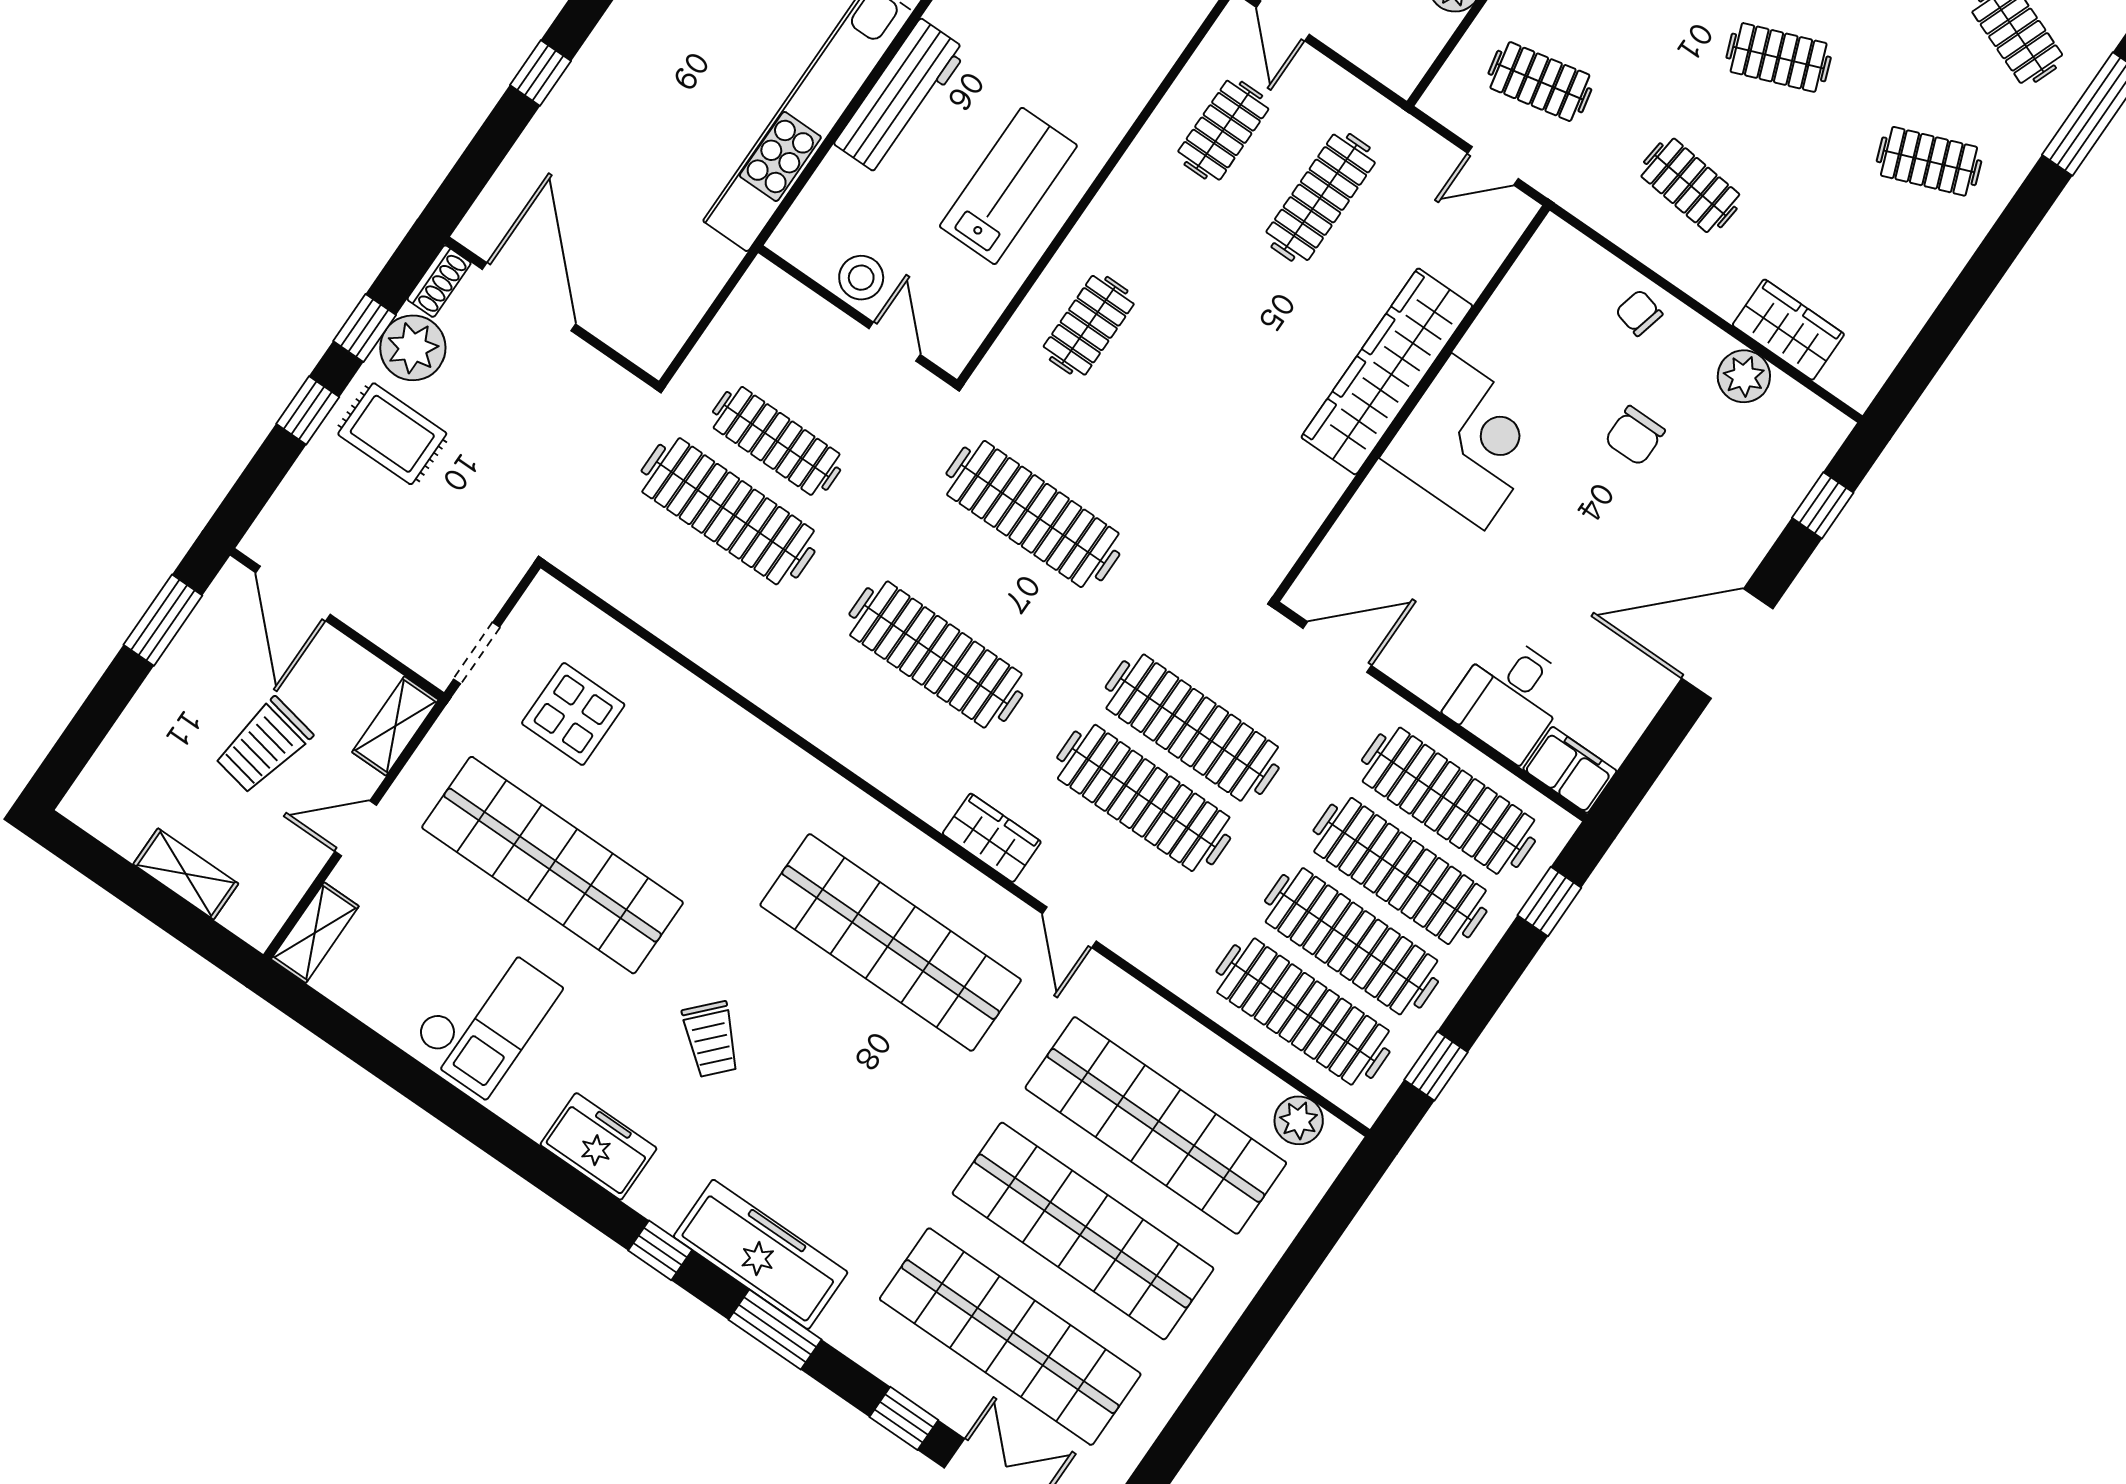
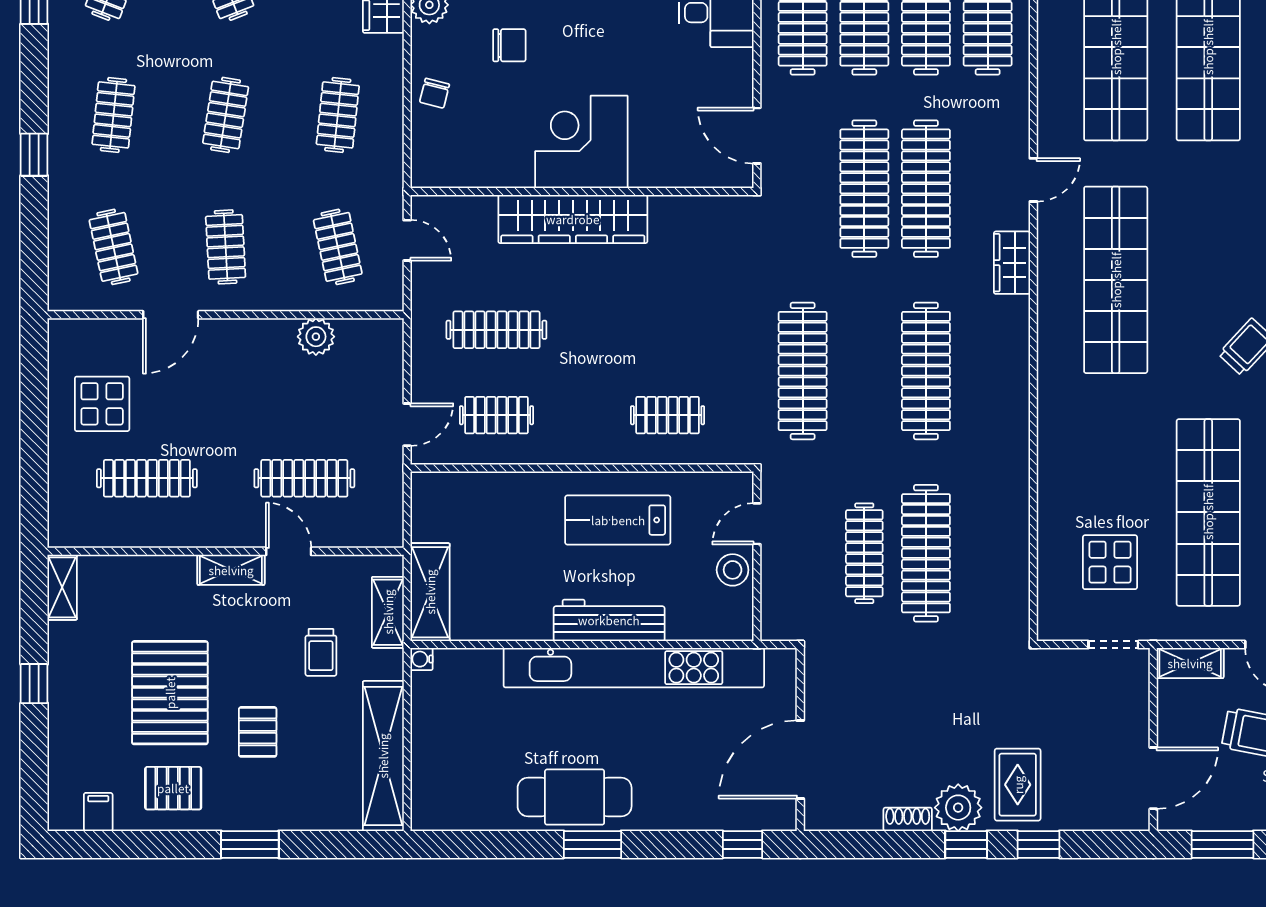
clothes rail: (1779, 57) -> (226, 115), turned 30
door: (529, 297) -> (800, 759), moved
wall: (552, 312) -> (800, 740), moved

